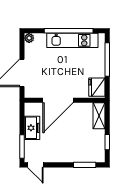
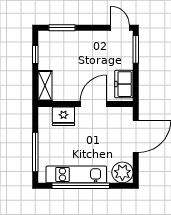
plant: (29, 38) -> (122, 172), width x1.88, depth x1.88
fridge: (97, 87) -> (63, 116), moved, turned 90
door: (58, 100) -> (93, 104), width x0.73
freezer: (32, 128) -> (124, 84), moved

